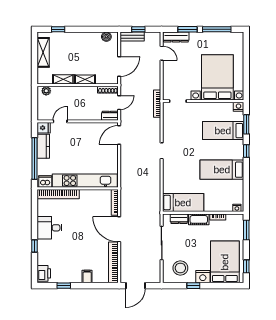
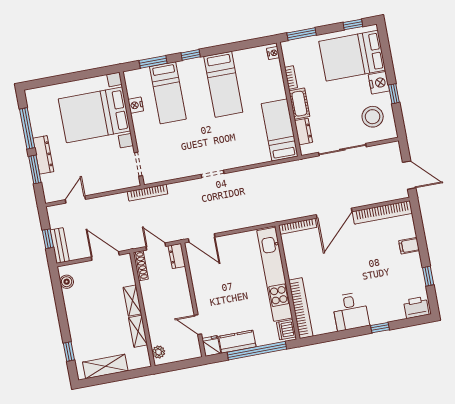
dresser: (176, 37) -> (43, 155), moved
nightstand: (238, 107) -> (136, 105), moved

